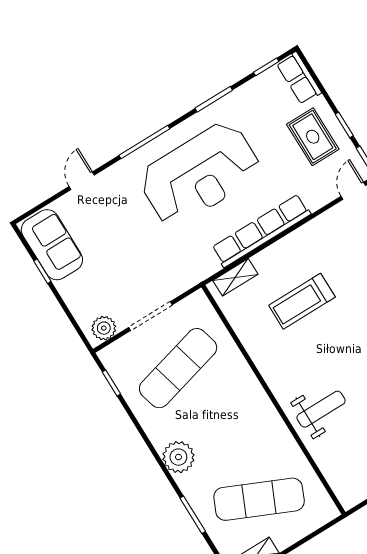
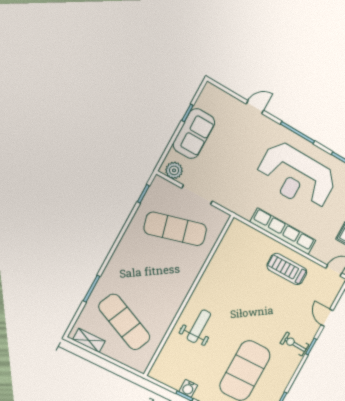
sofa: (52, 245) -> (194, 134), moved
shelving: (235, 277) -> (248, 232), removed
treadmill: (302, 301) -> (287, 269), moved
weight bench: (321, 409) -> (199, 326), turned -90
plant: (178, 457) -> (122, 260), removed

